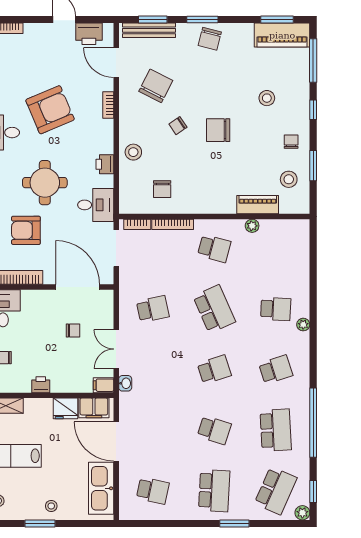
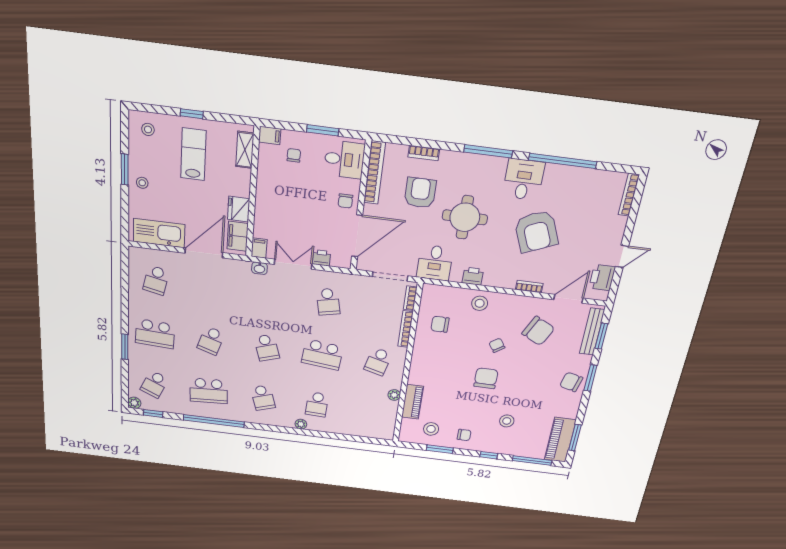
school desk: (214, 309) -> (322, 355), turned 30
chair: (73, 330) -> (345, 201), moved
printer: (41, 385) -> (321, 258), moved, turned -90
school desk: (276, 491) -> (154, 384), width x0.54

